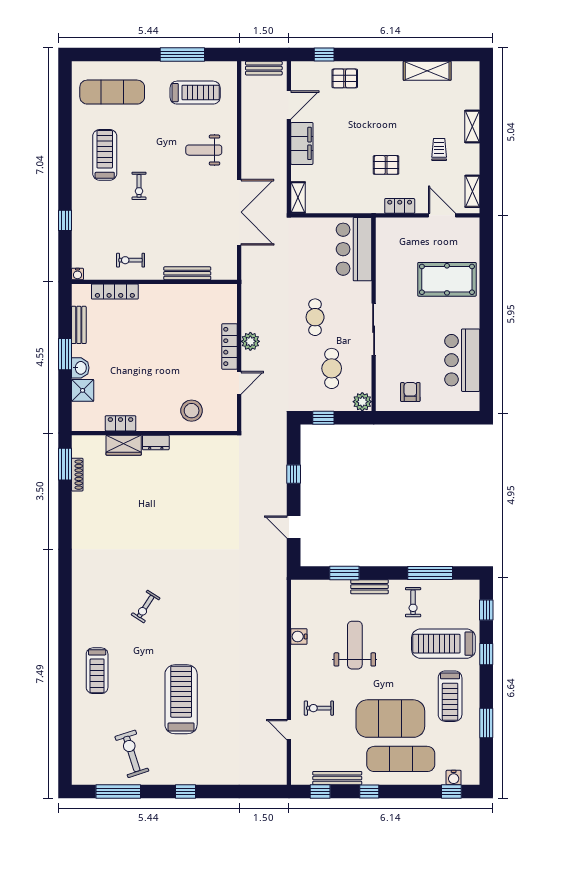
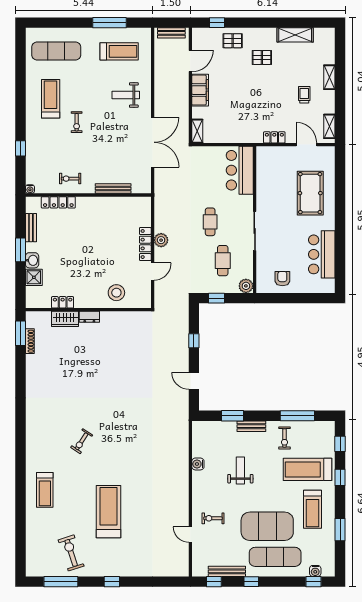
pallet: (386, 165) -> (262, 58), moved
pool table: (447, 279) -> (310, 193), turned 90
weight bench: (355, 645) -> (240, 470), width x0.73, depth x0.75

